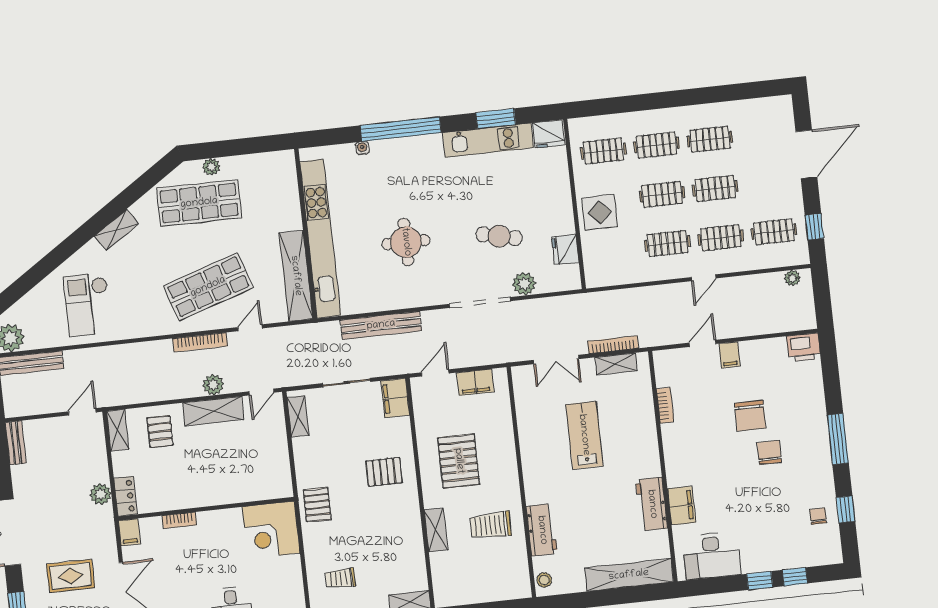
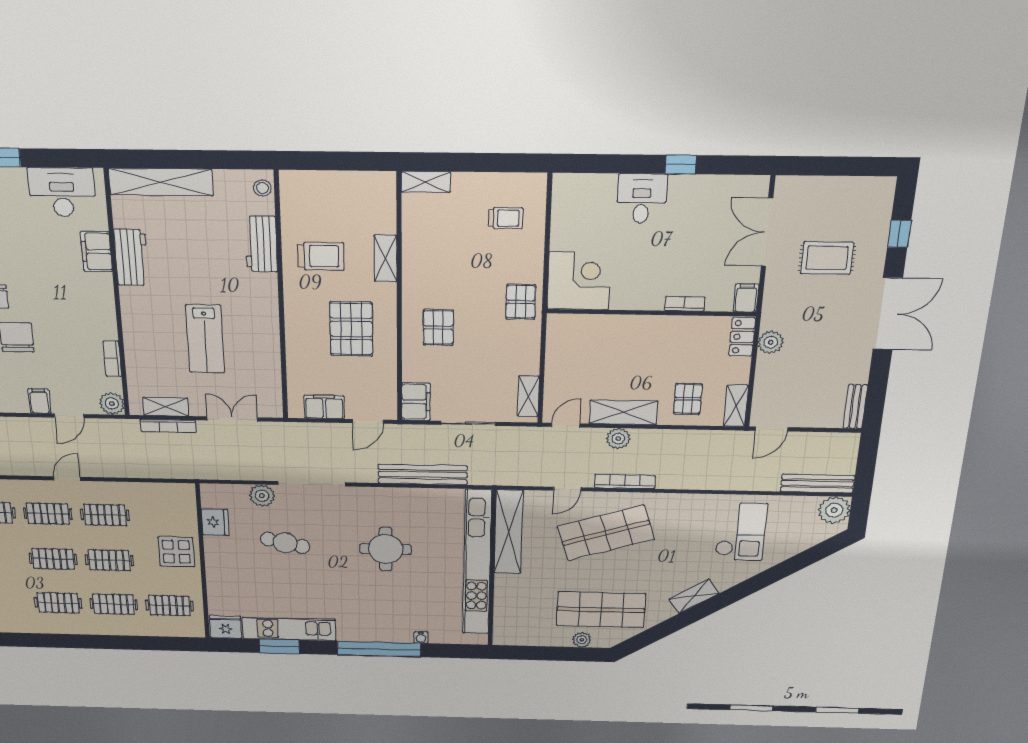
plant: (664, 361) -> (112, 404), added
pallet: (384, 472) -> (438, 328), turned 90

